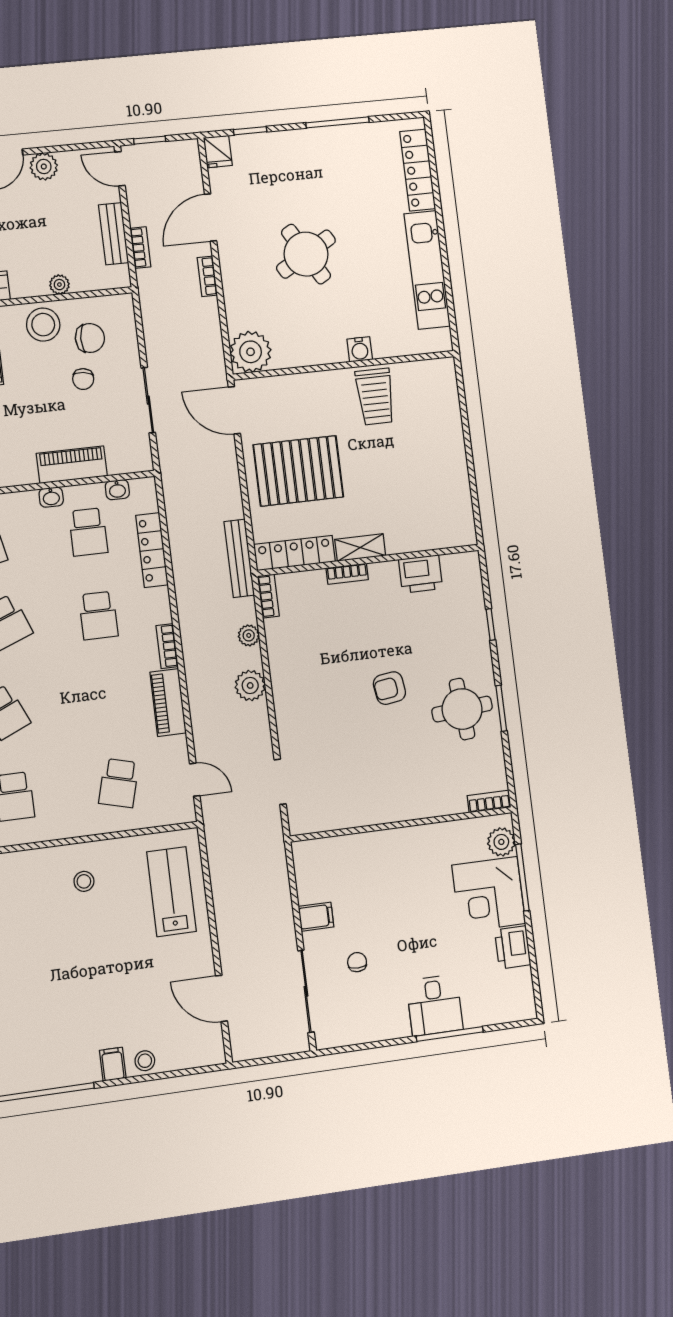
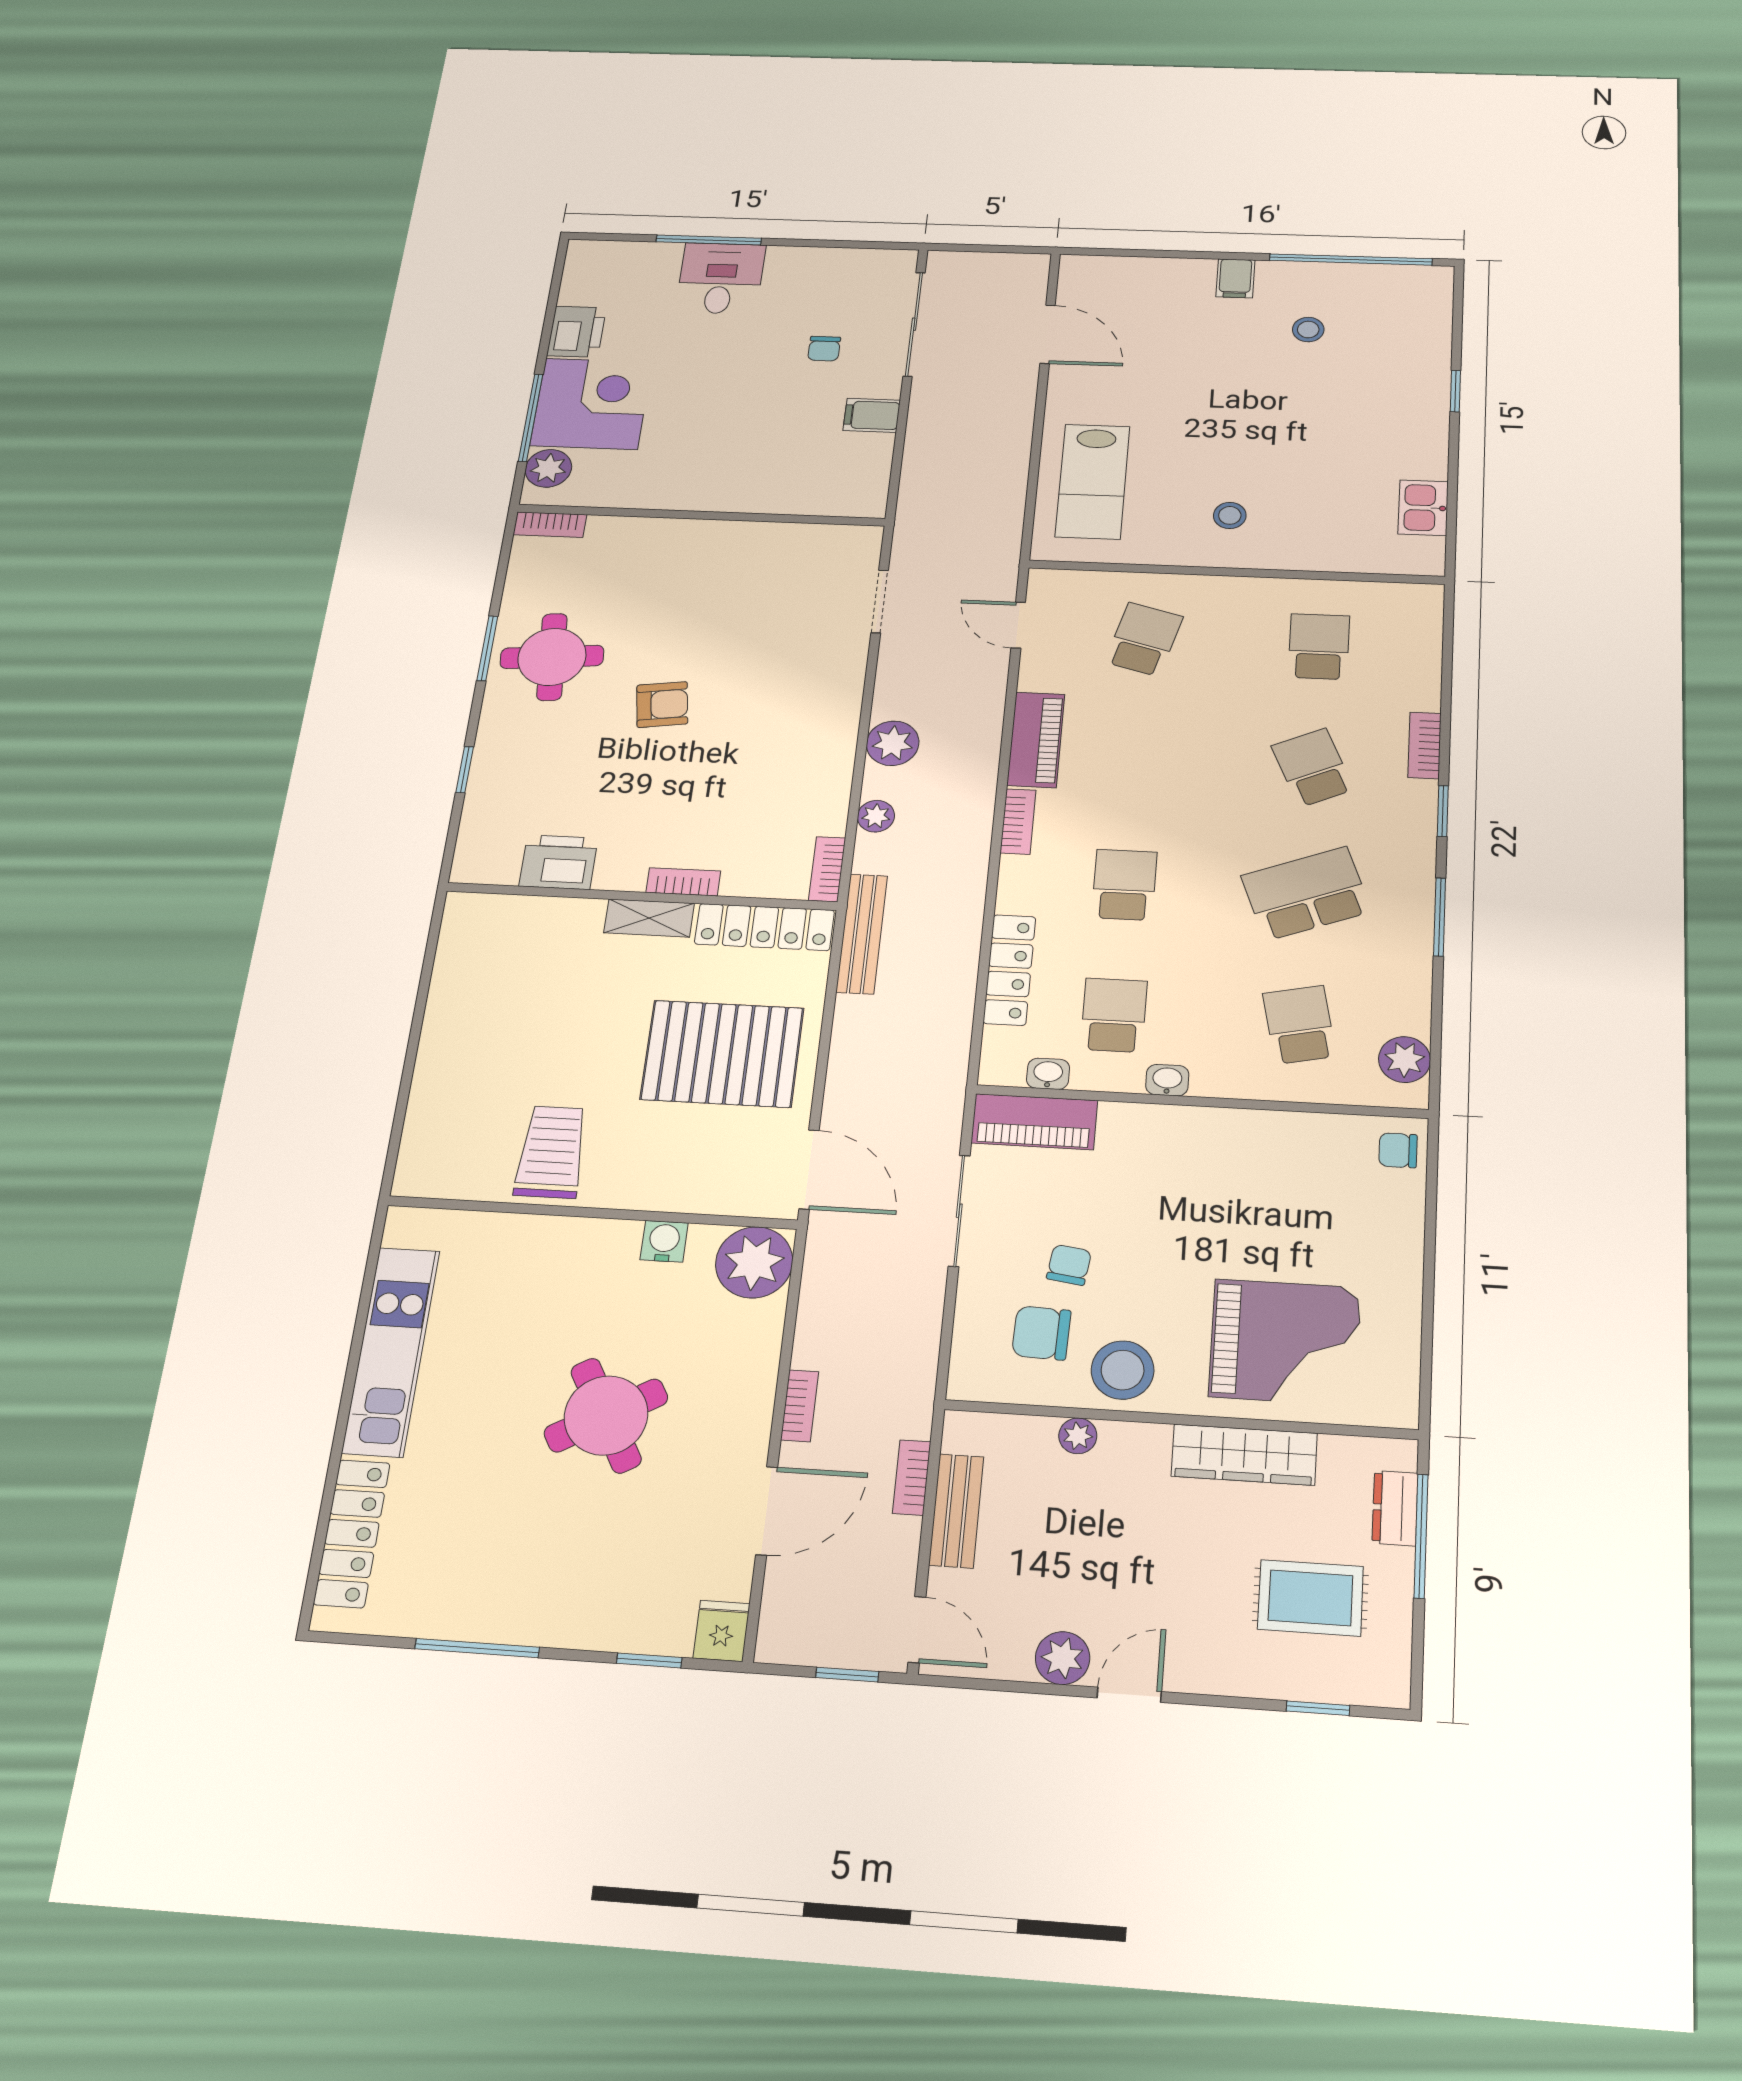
water cooler: (360, 349) -> (664, 1241), moved
piano: (72, 465) -> (1034, 1122), moved
stool: (145, 1061) -> (1308, 330), moved

